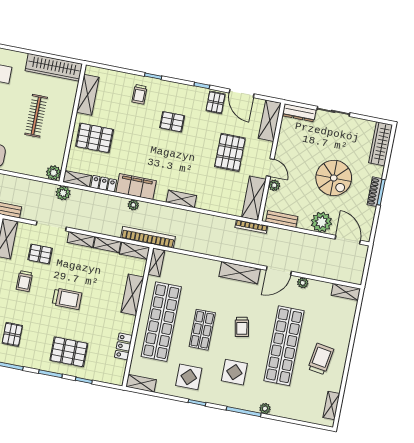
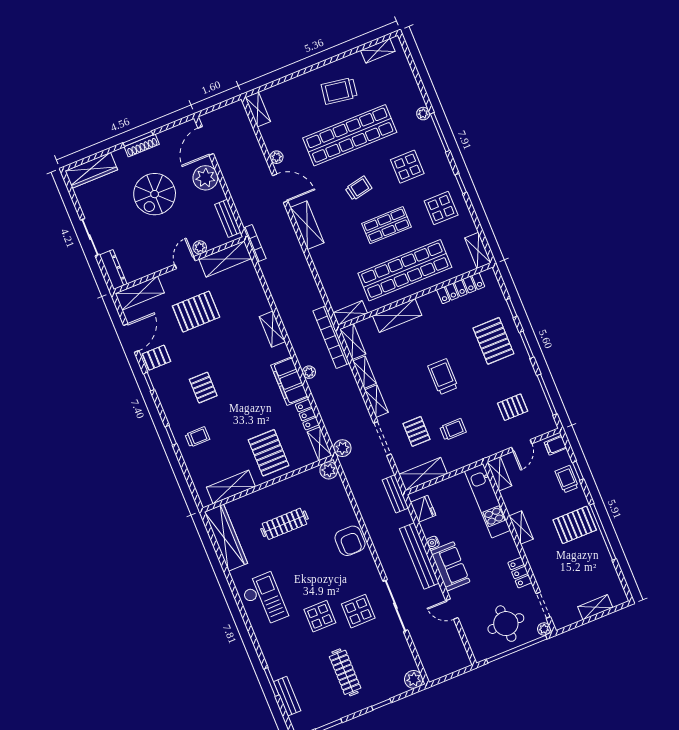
spiral stairs: (334, 178) -> (155, 194), turned 180
locker: (123, 346) -> (461, 288), width x1.53

